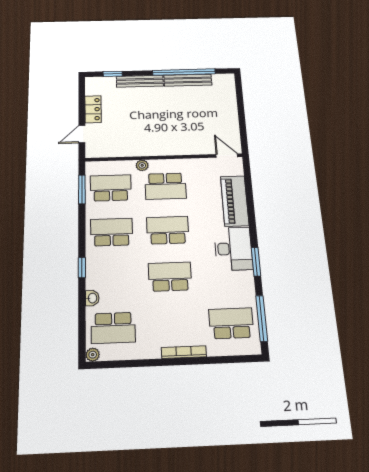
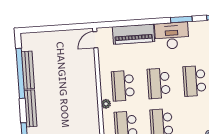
school desk: (165, 186) -> (123, 86), turned 180

